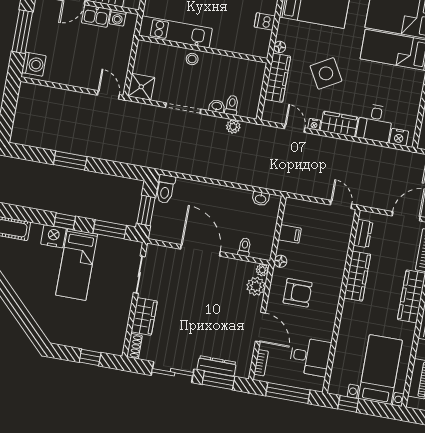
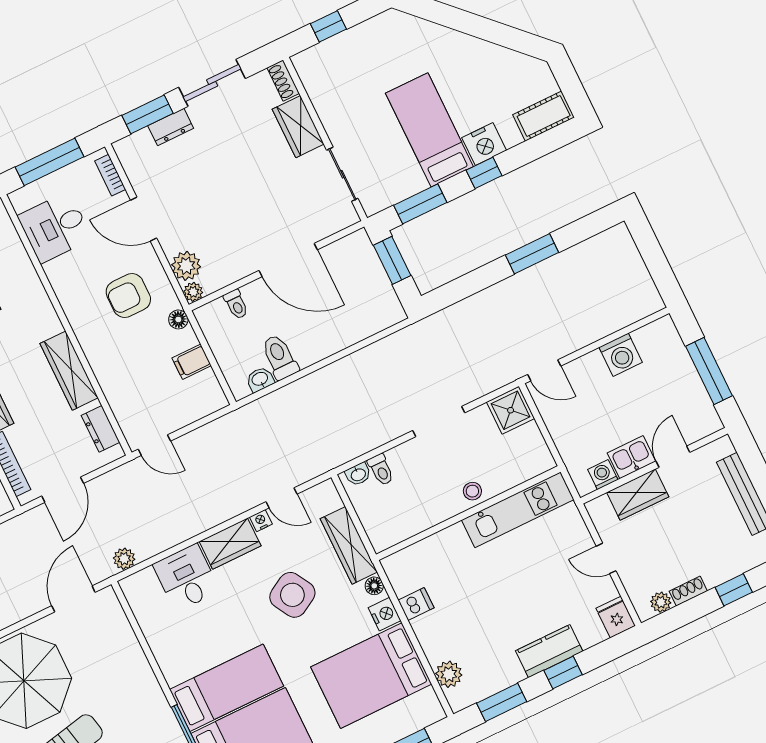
washing machine: (34, 64) -> (621, 355), moved, turned -90
washbasin: (217, 106) -> (358, 474), moved
plant: (233, 127) -> (124, 559), moved
nightstand: (399, 137) -> (385, 614), moved, turned 90
toilet: (165, 189) -> (280, 357), moved
dresser: (217, 366) -> (171, 127), width x0.70

